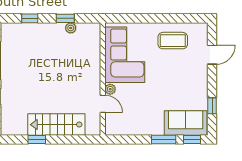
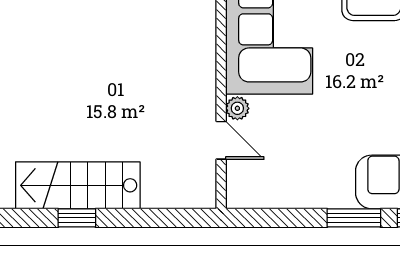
stairs: (56, 125) -> (78, 185), moved

